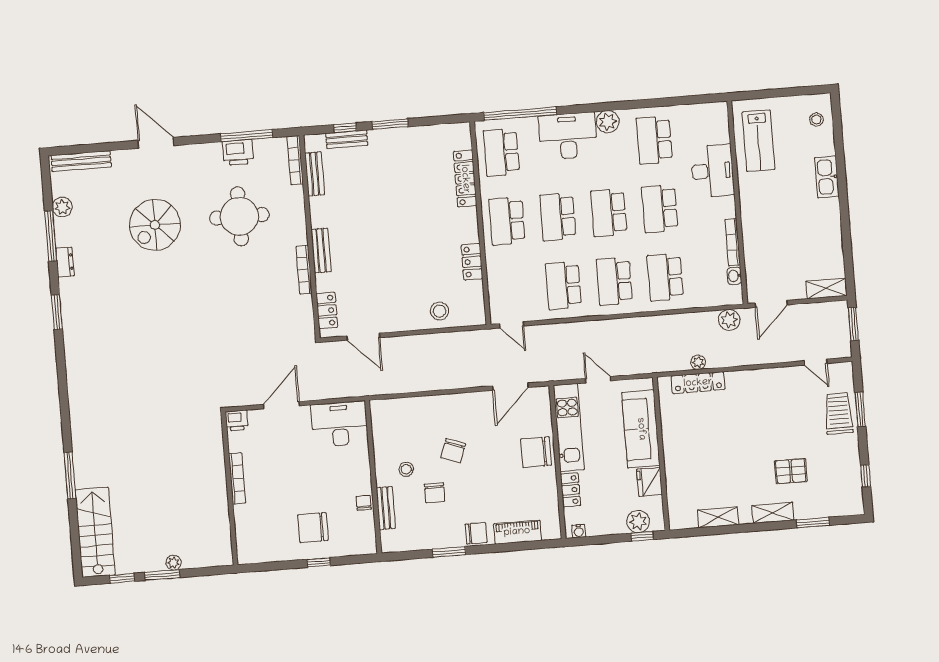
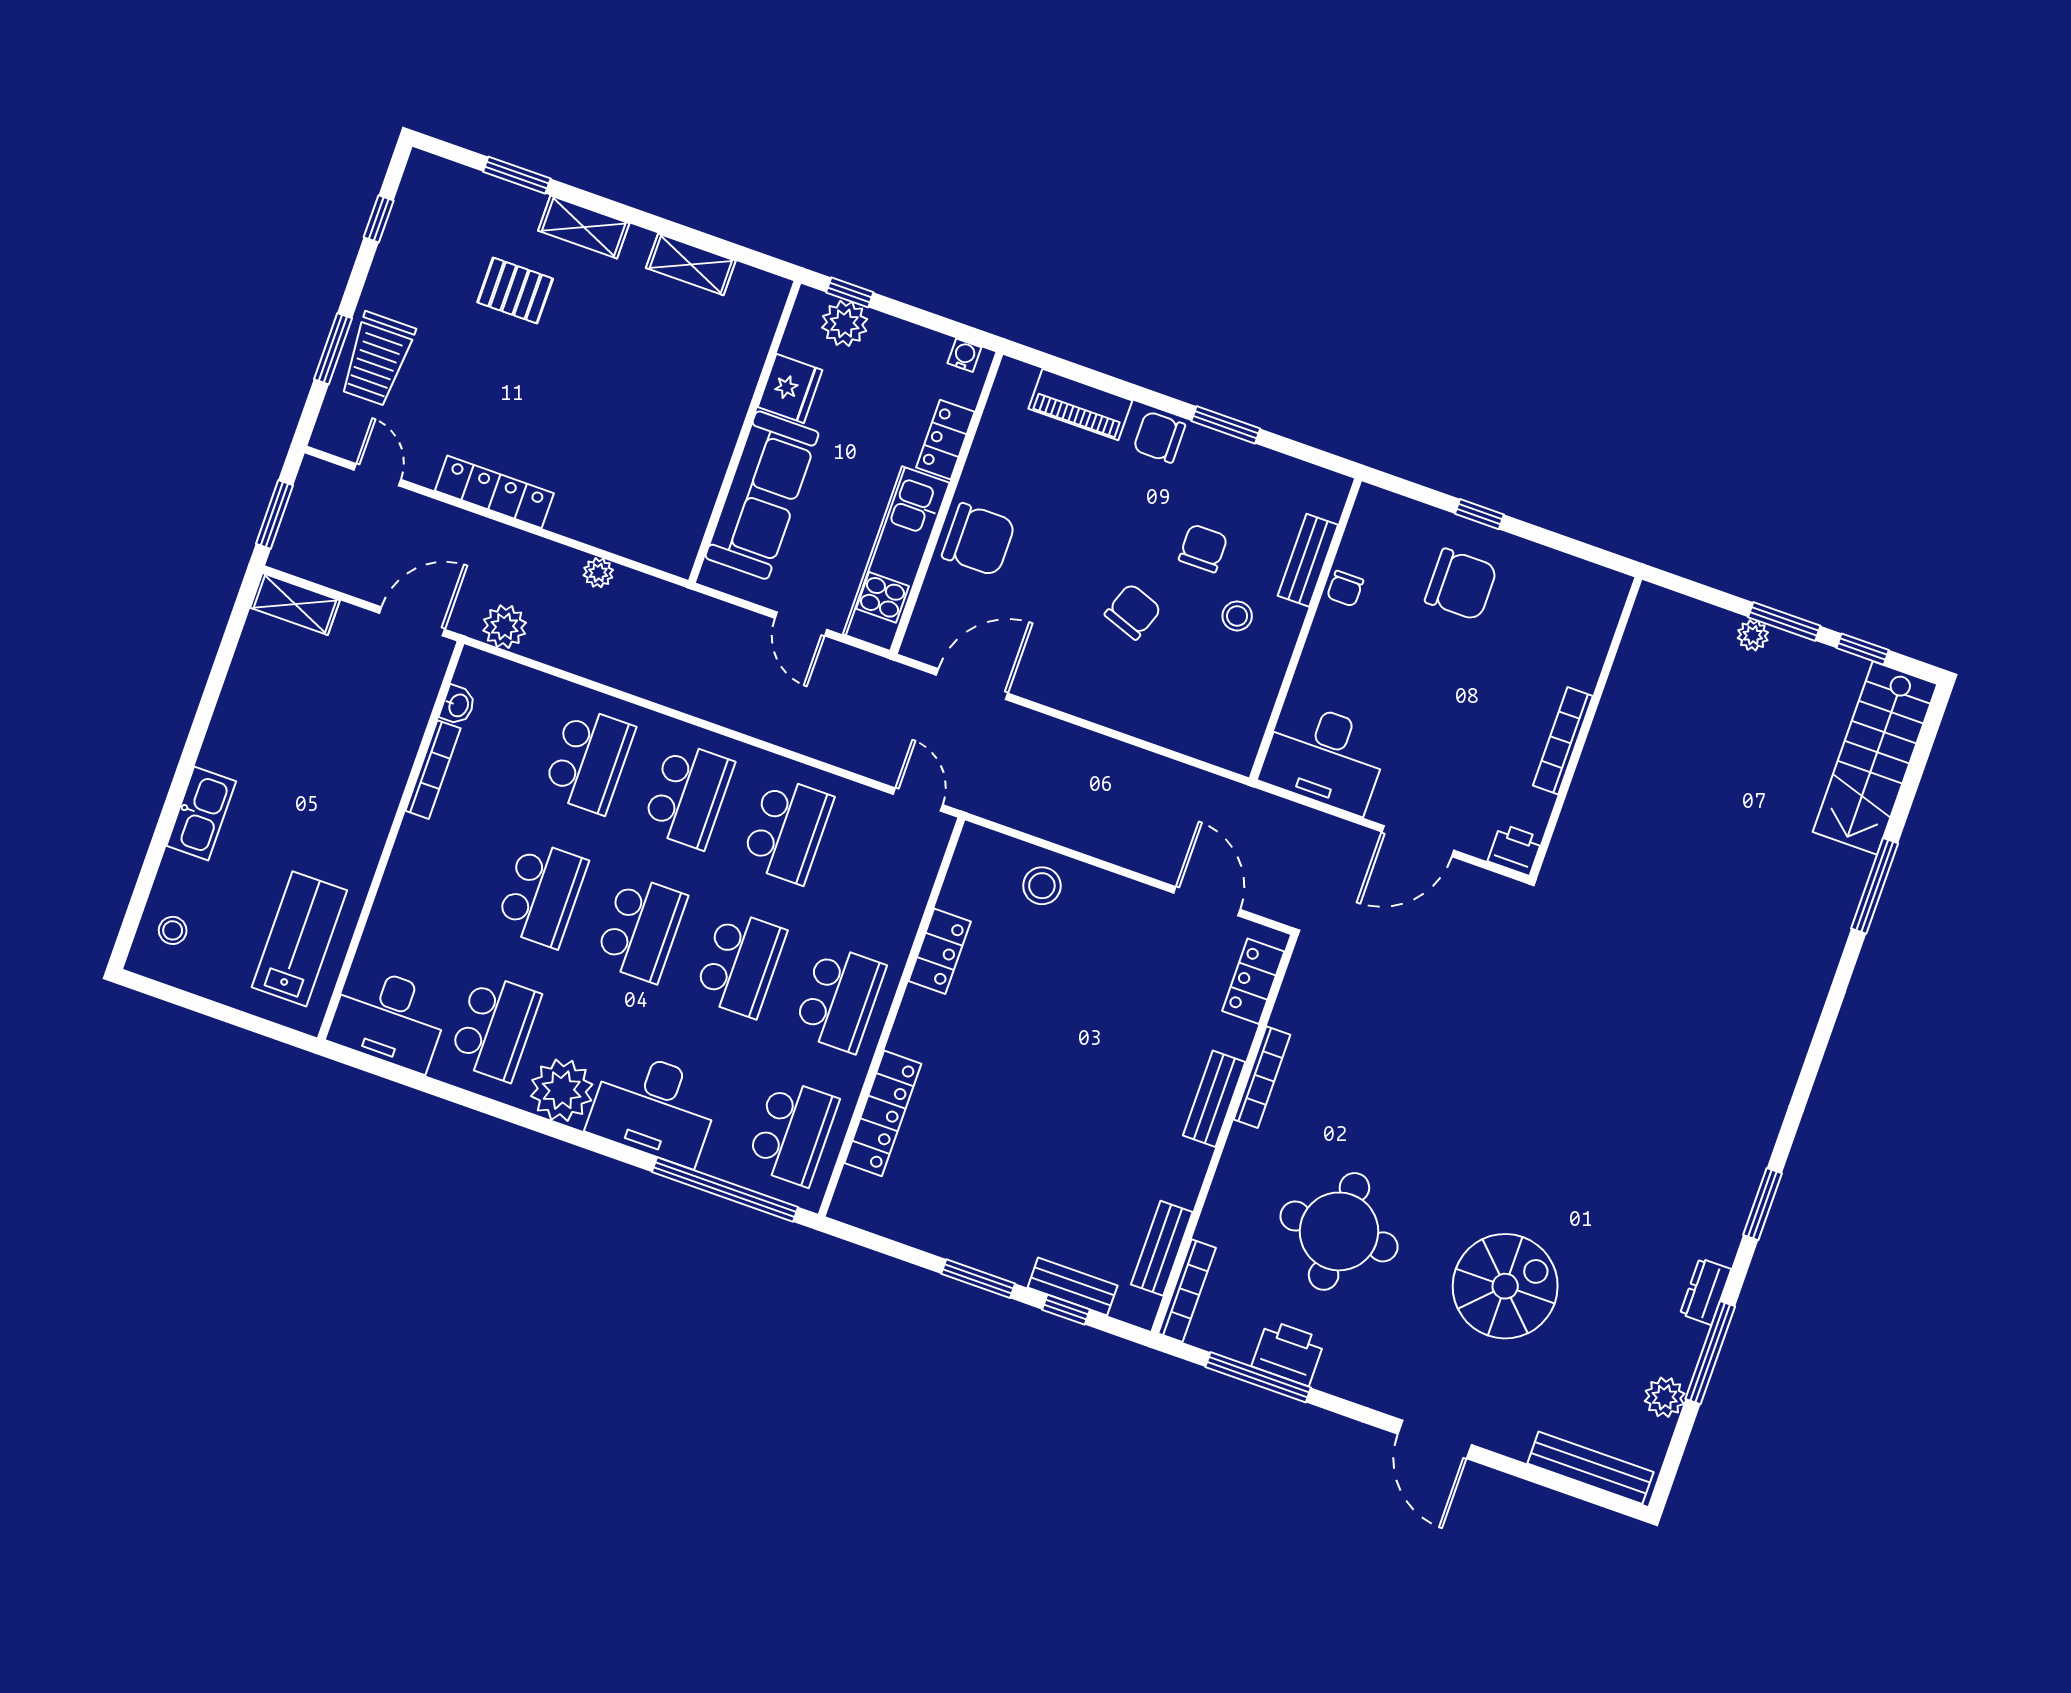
plant: (608, 122) -> (562, 1090), width x1.36, depth x1.36
desk: (713, 171) -> (389, 1018), moved, turned -90
locker: (698, 383) -> (494, 492), moved

